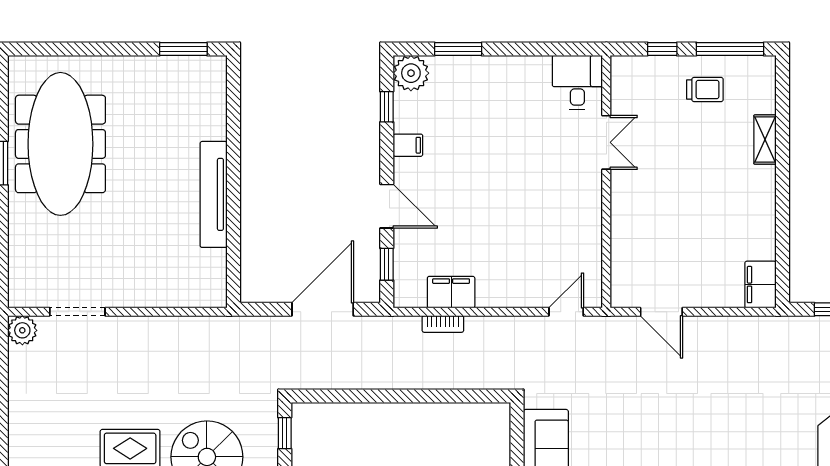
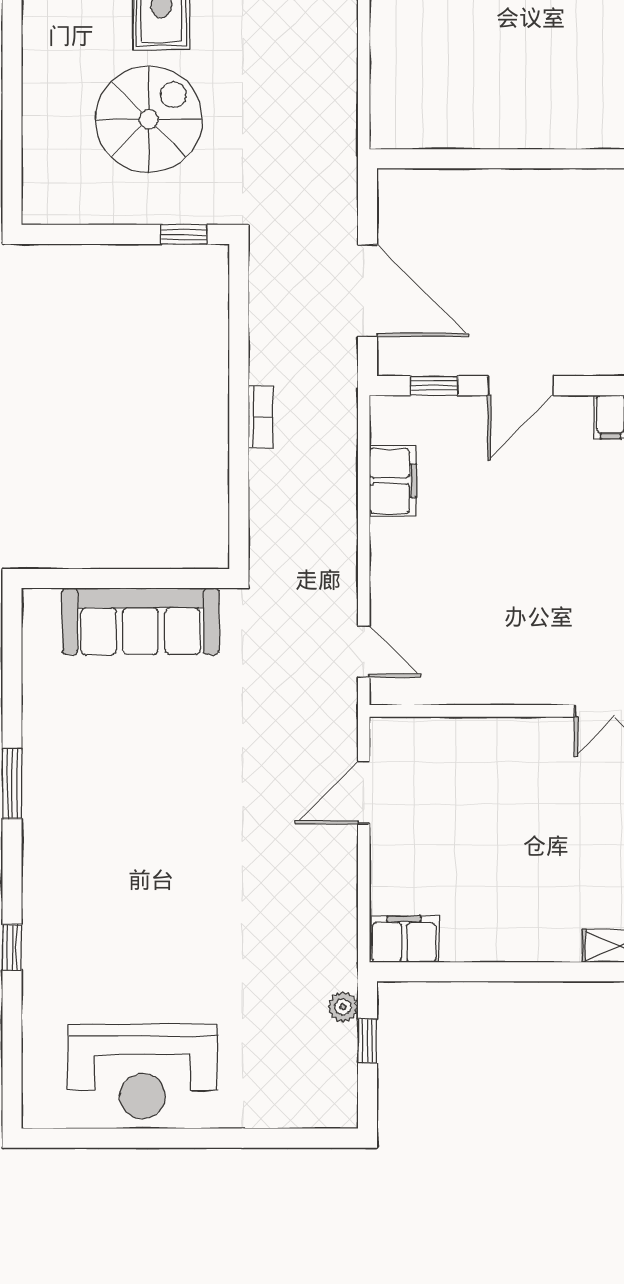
tv unit: (214, 194) -> (538, 129), removed
bookcase: (443, 324) -> (261, 417), moved, turned 180
plant: (806, 326) -> (343, 1007), added

